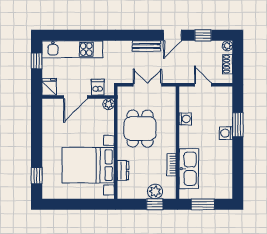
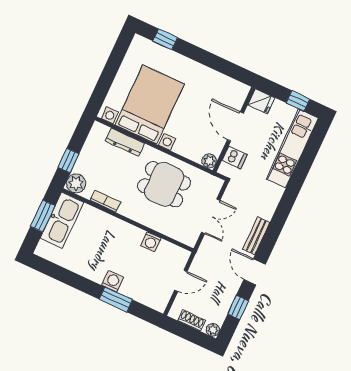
kitchen sink: (189, 169) -> (62, 220), moved, turned -90
dresser: (123, 170) -> (125, 142), width x1.44
plant: (155, 191) -> (76, 183), moved

